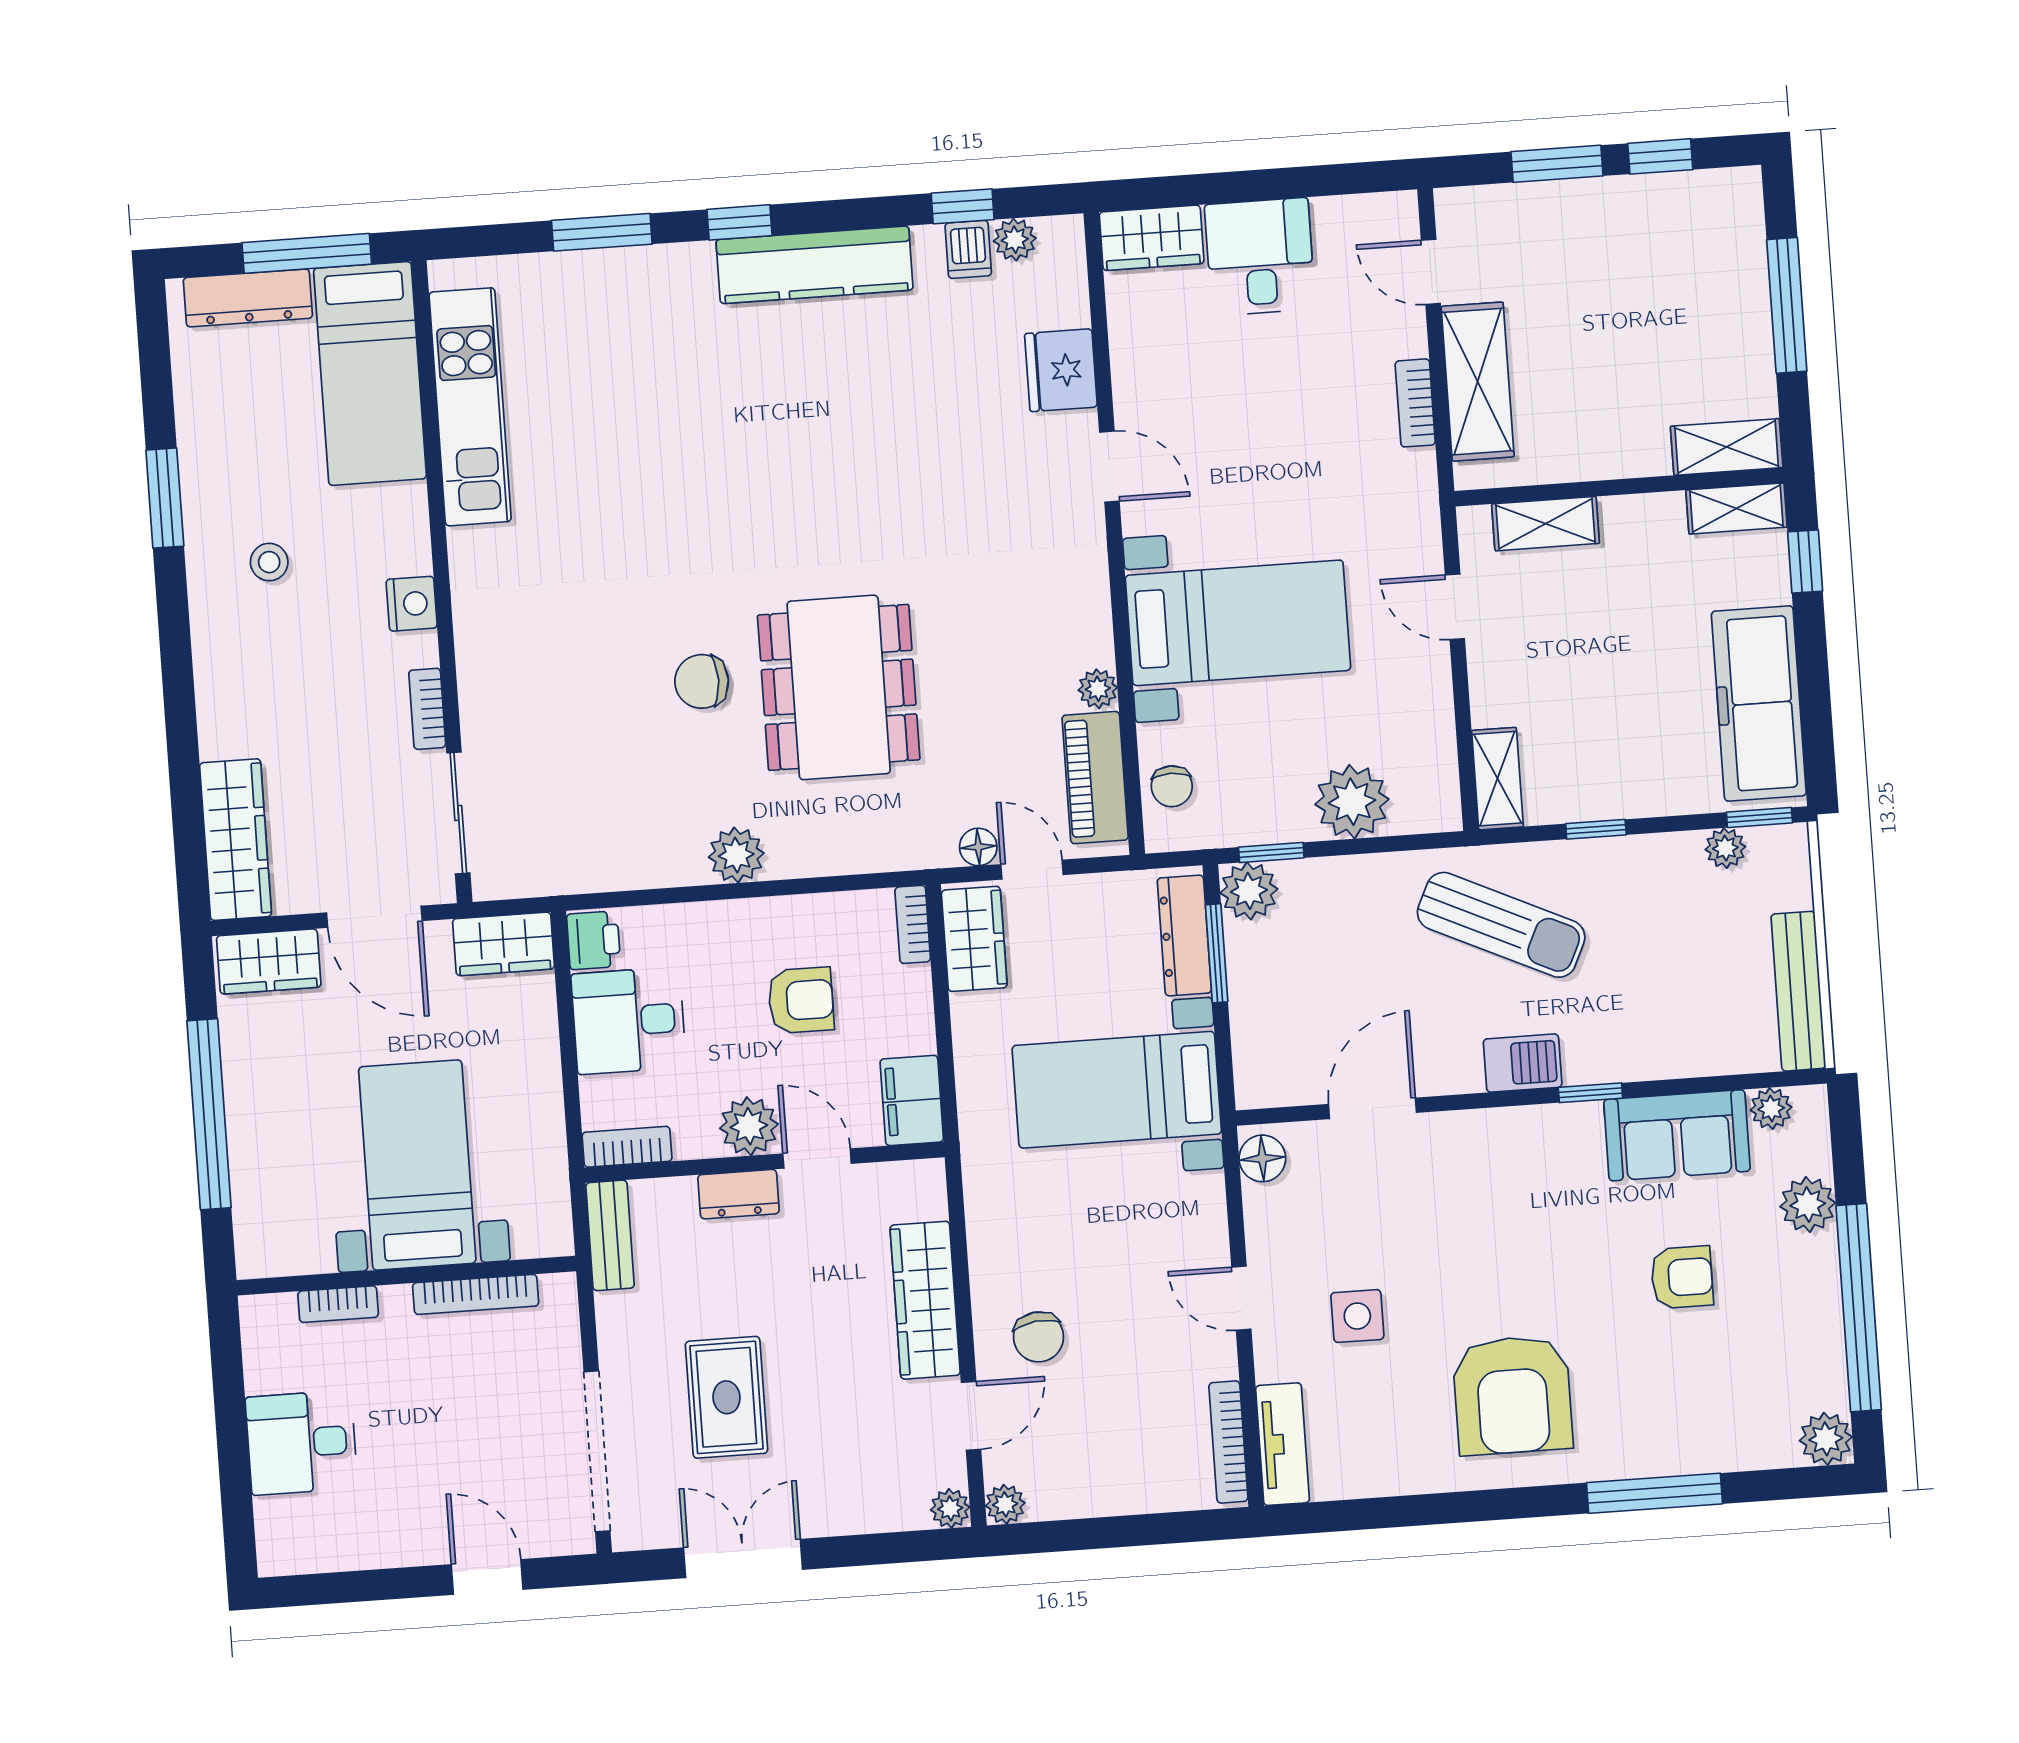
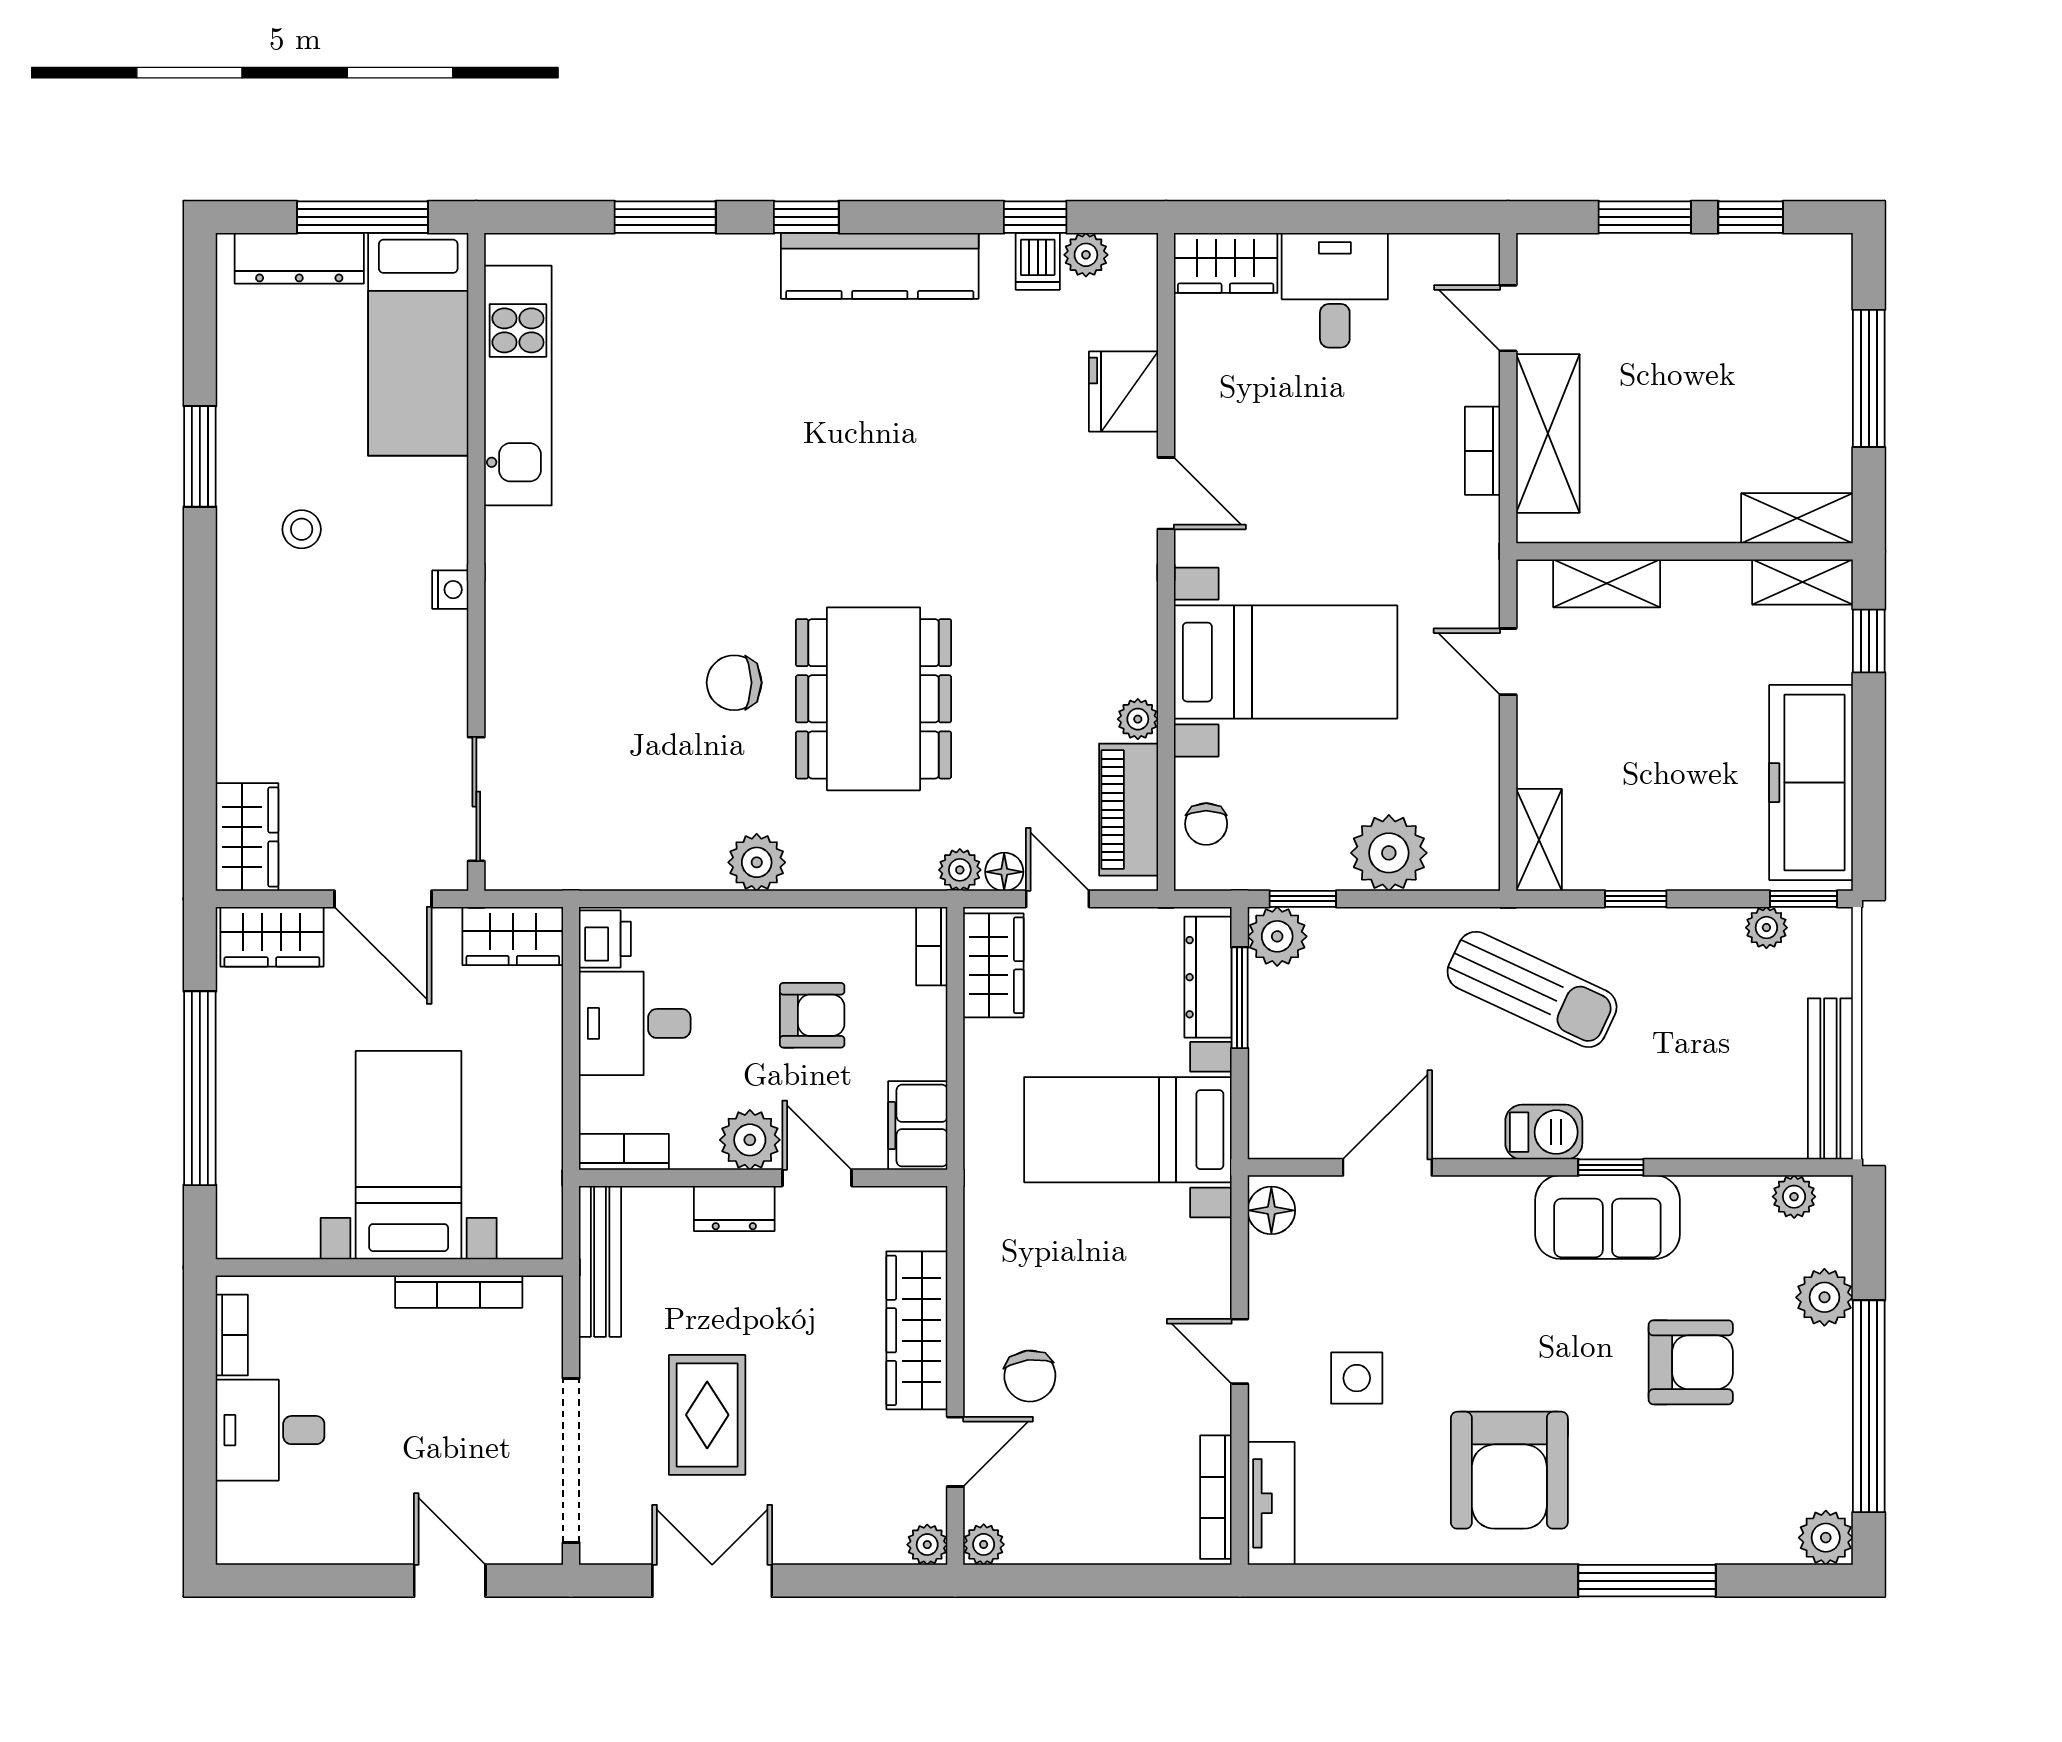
nightstand: (412, 604) -> (450, 590), width x0.72, depth x0.74
bookcase: (427, 709) -> (452, 691), removed
wardrobe: (235, 840) -> (247, 837), width x0.67
plant: (935, 848) -> (960, 870), added
sofa: (1677, 1135) -> (1607, 1217), moved
bench: (610, 1235) -> (600, 1261), width x1.36
armchair: (1682, 1277) -> (1691, 1362), width x1.38, depth x1.38
bookcase: (338, 1304) -> (232, 1335), moved, turned -90

